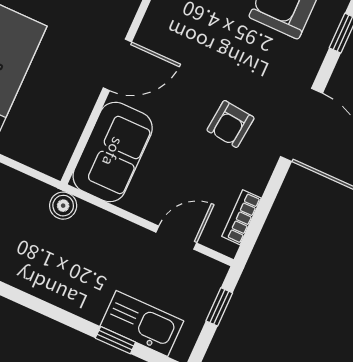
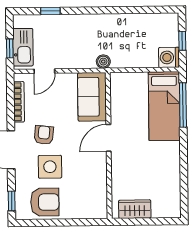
side table: (246, 62) -> (50, 167), added
bookcase: (241, 217) -> (19, 102), width x1.56
kitchen sink: (142, 323) -> (23, 47), moved, turned -90

